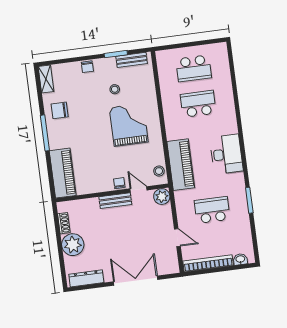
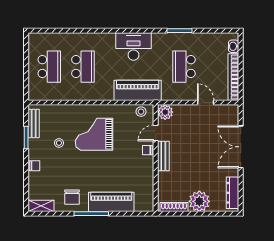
school desk: (198, 104) -> (83, 67), turned 180
piano: (63, 173) -> (111, 202), moved
shoe rack: (64, 223) -> (174, 207), width x1.43
door: (177, 238) -> (206, 103), hinge flipped

